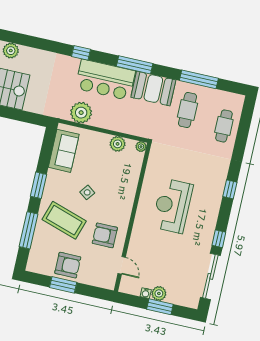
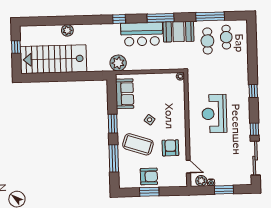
plant: (81, 113) -> (118, 63), moved
cafe table: (224, 126) -> (226, 37), moved
plant: (118, 144) -> (163, 79), removed
armchair: (105, 235) -> (170, 148), turned 90
plant: (159, 293) -> (201, 181), moved

